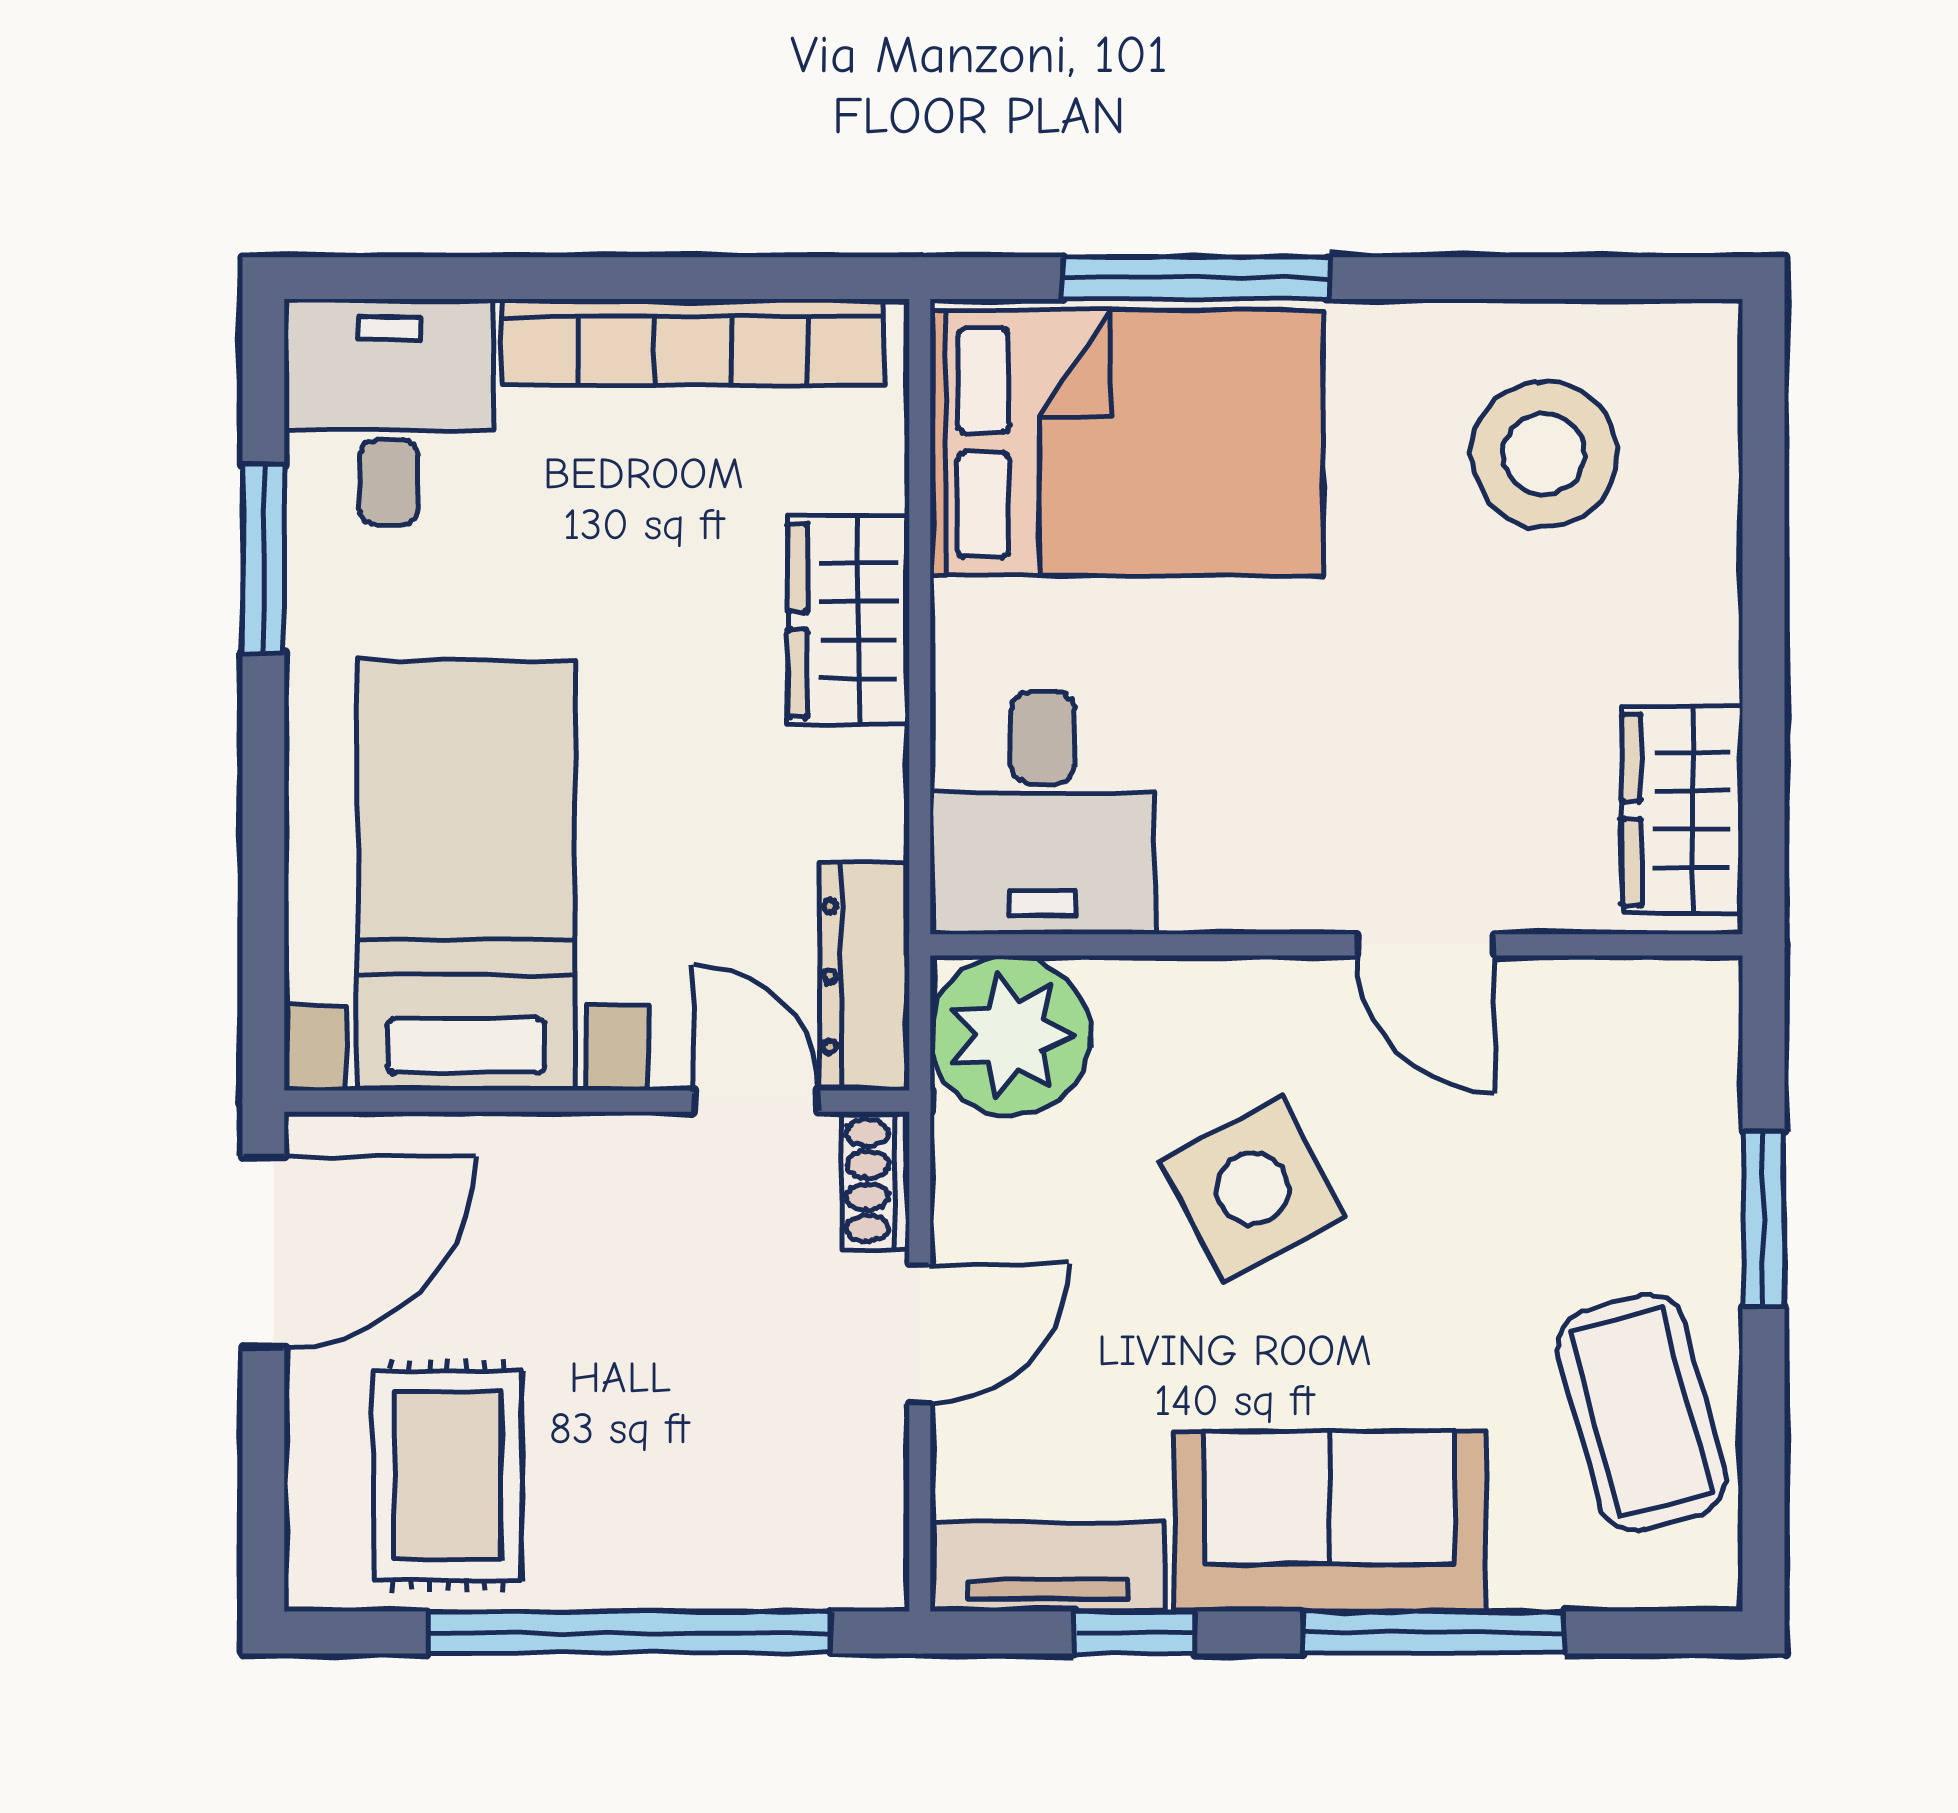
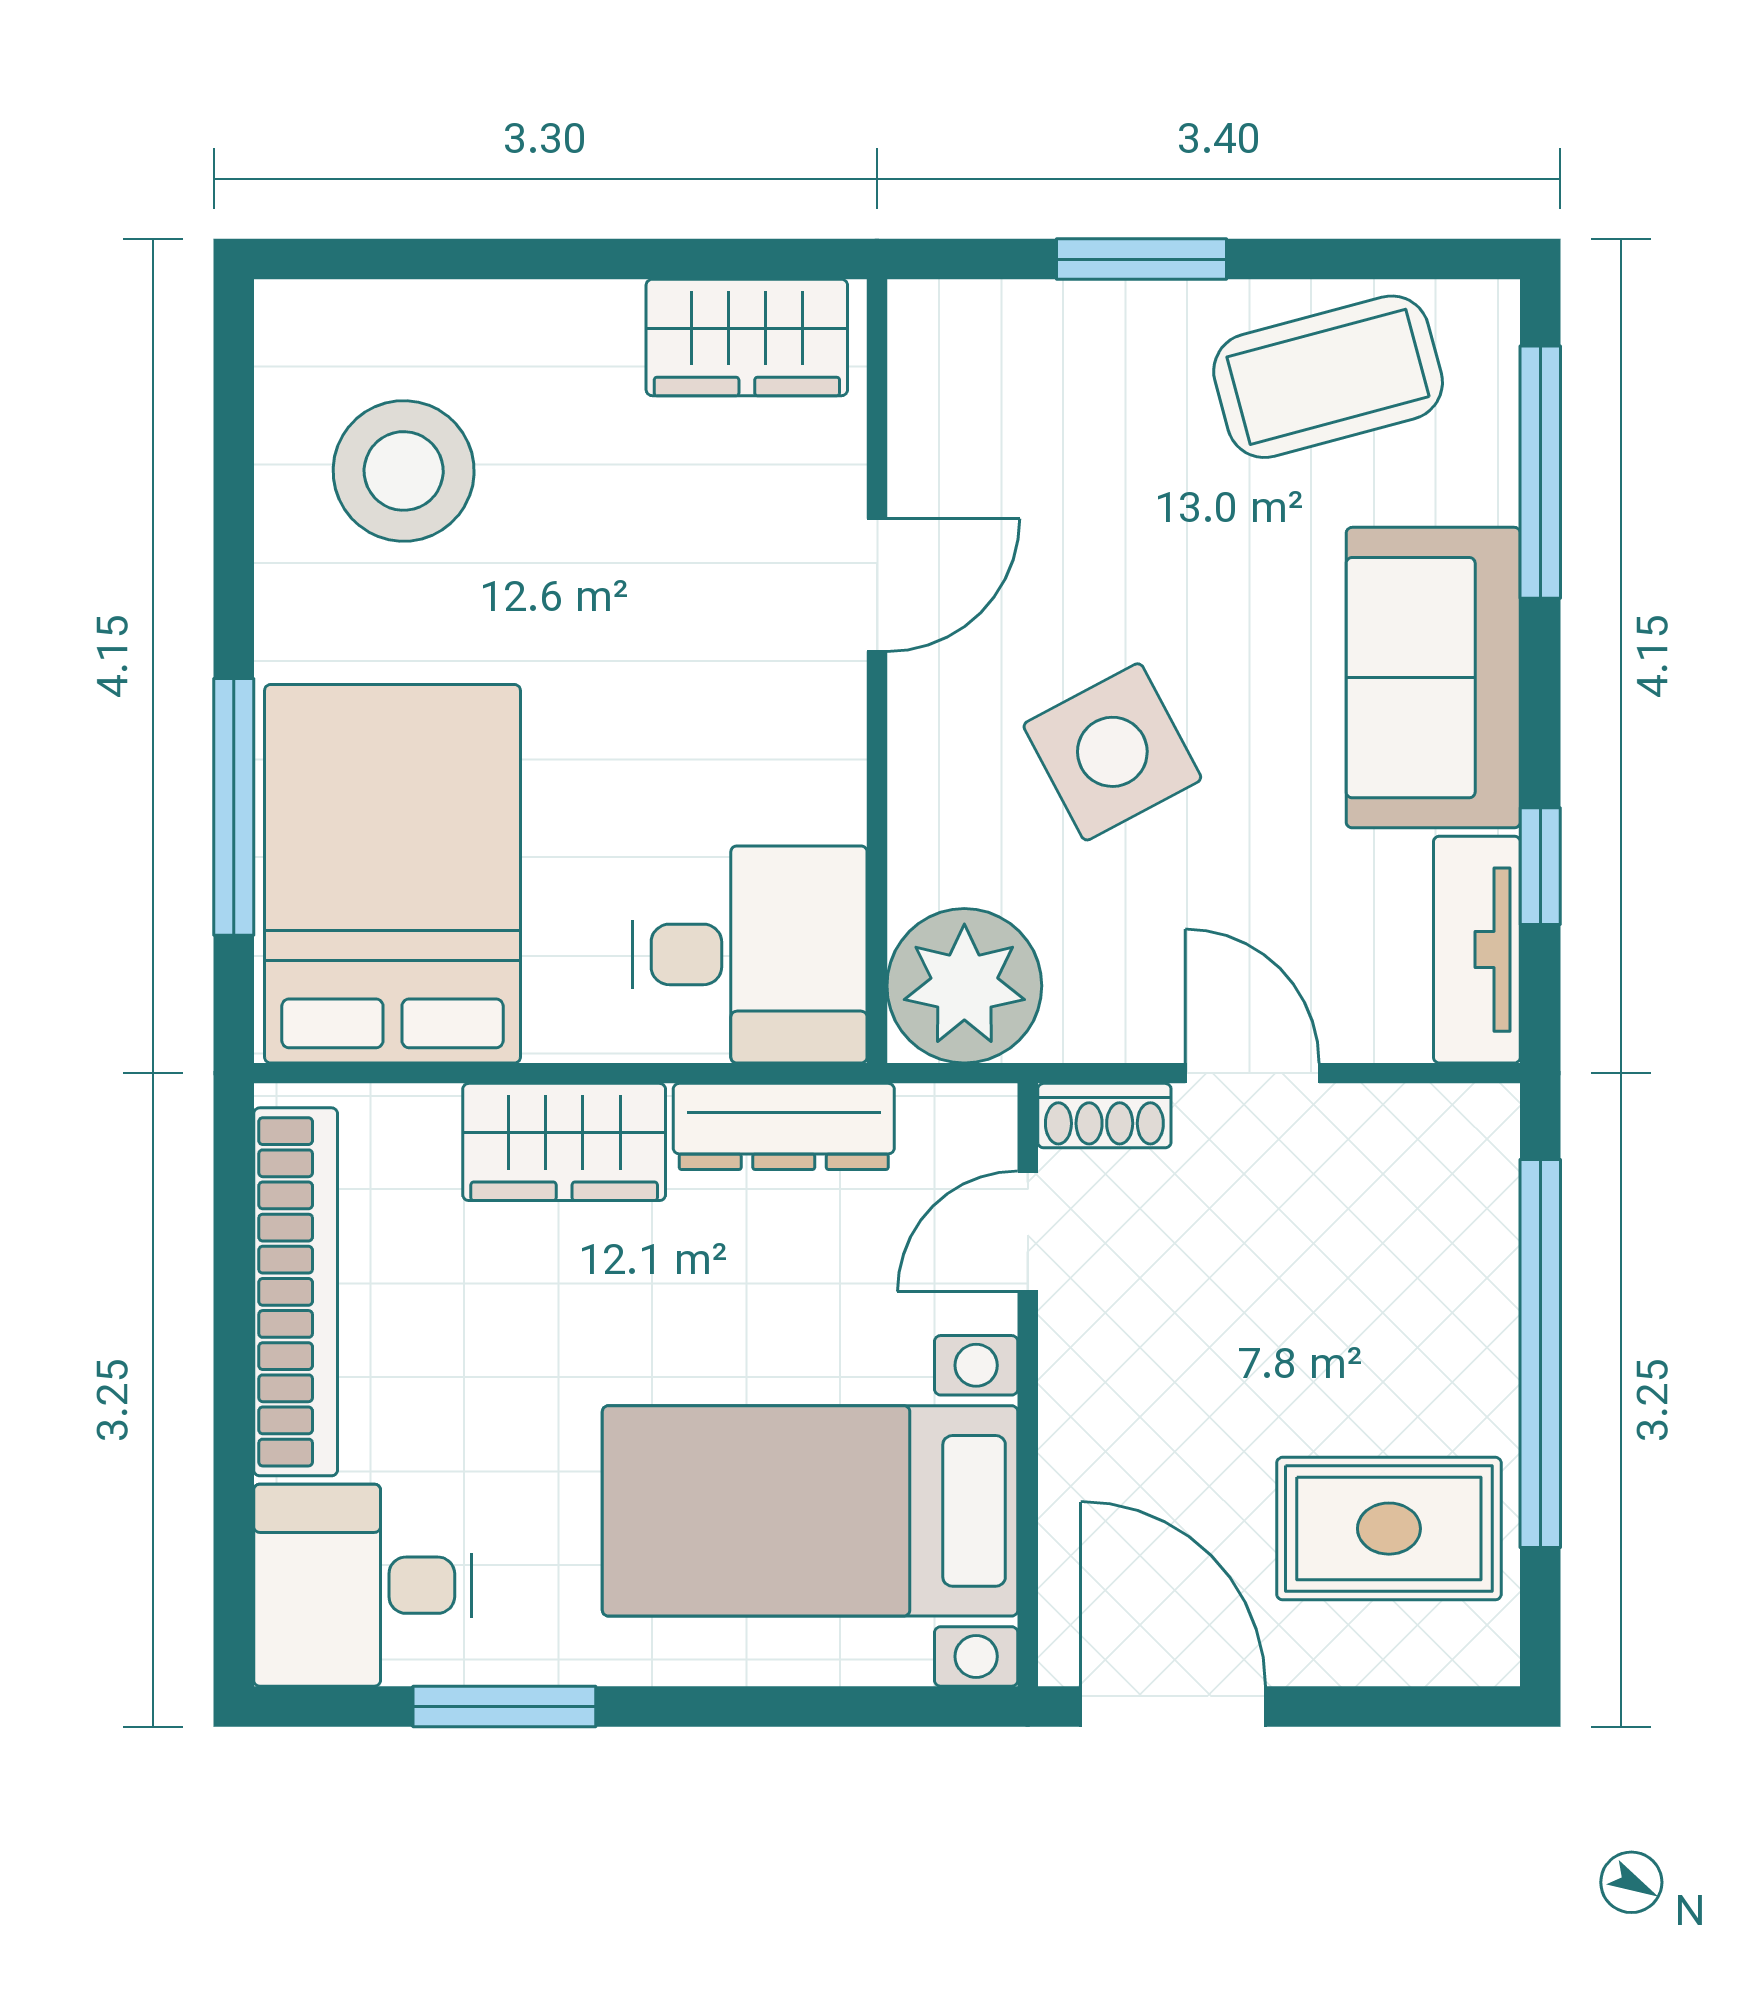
dresser: (865, 976) -> (784, 1126), moved
window: (1433, 1632) -> (1540, 472), moved

